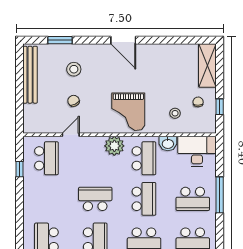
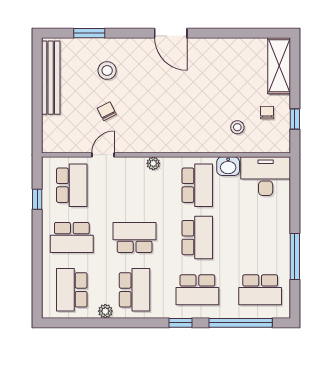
grand piano: (128, 112) -> (177, 125), removed
plant: (114, 146) -> (153, 163), width x0.53, depth x0.53
window: (220, 195) -> (295, 257), moved
school desk: (193, 199) -> (72, 238), moved

